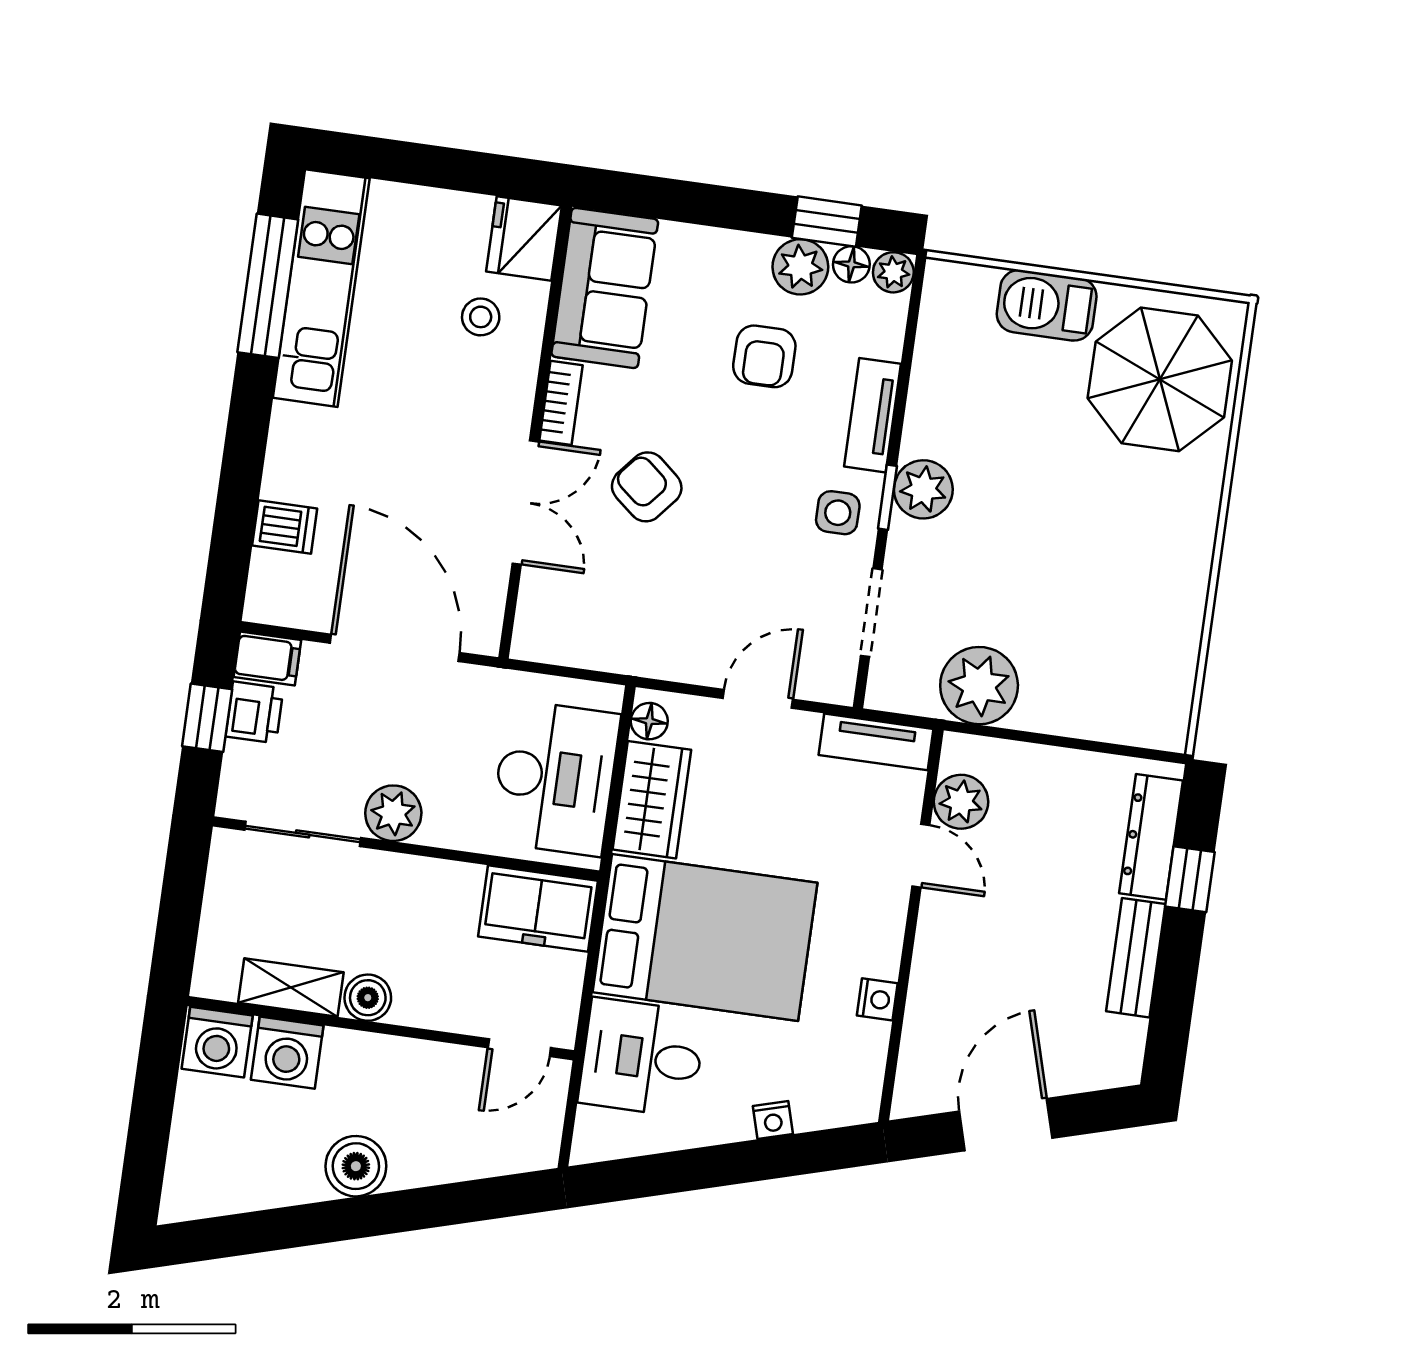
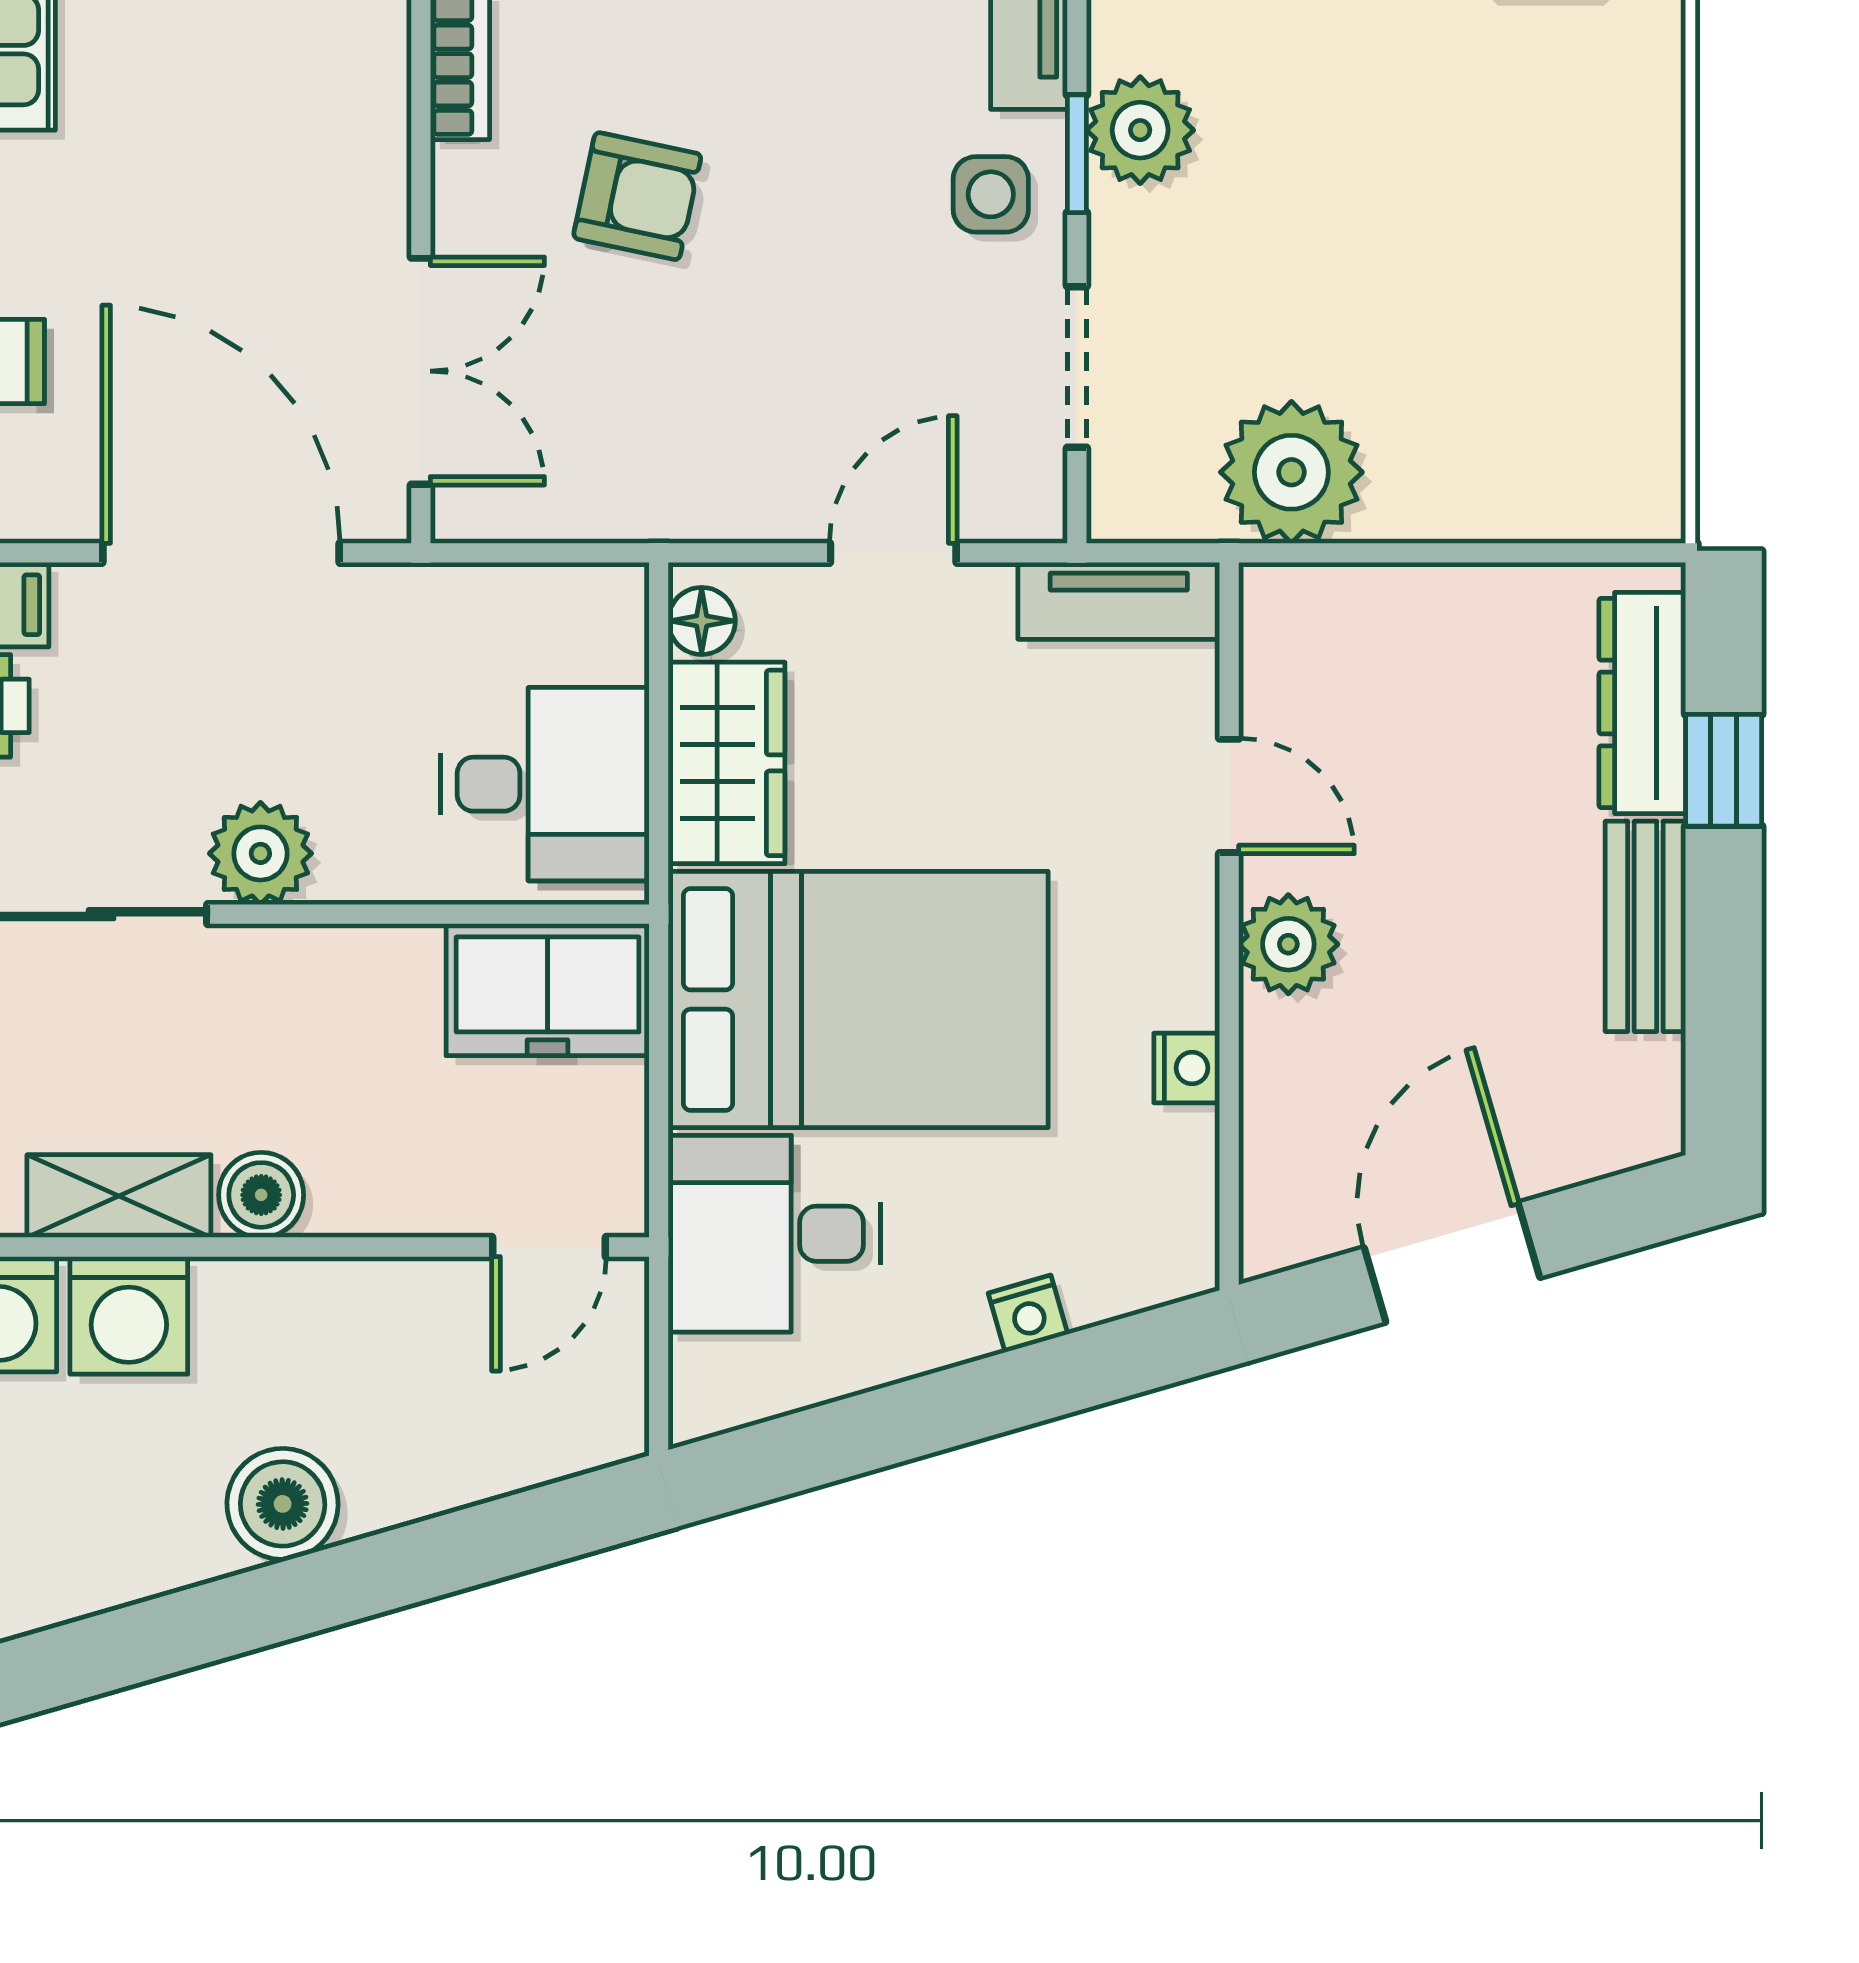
armchair: (647, 487) -> (637, 196), turned 152
double door: (525, 502) -> (421, 371), moved
desk: (555, 778) -> (545, 784), width x0.73
plant: (961, 802) -> (1288, 944), moved

